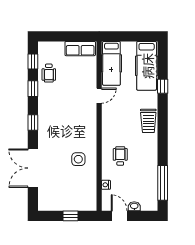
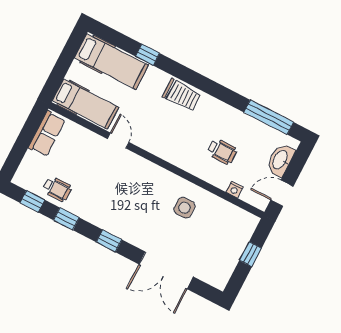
wheelchair: (120, 156) -> (222, 151), moved, turned 180
washbasin: (134, 206) -> (280, 160), width x1.91, depth x1.45

